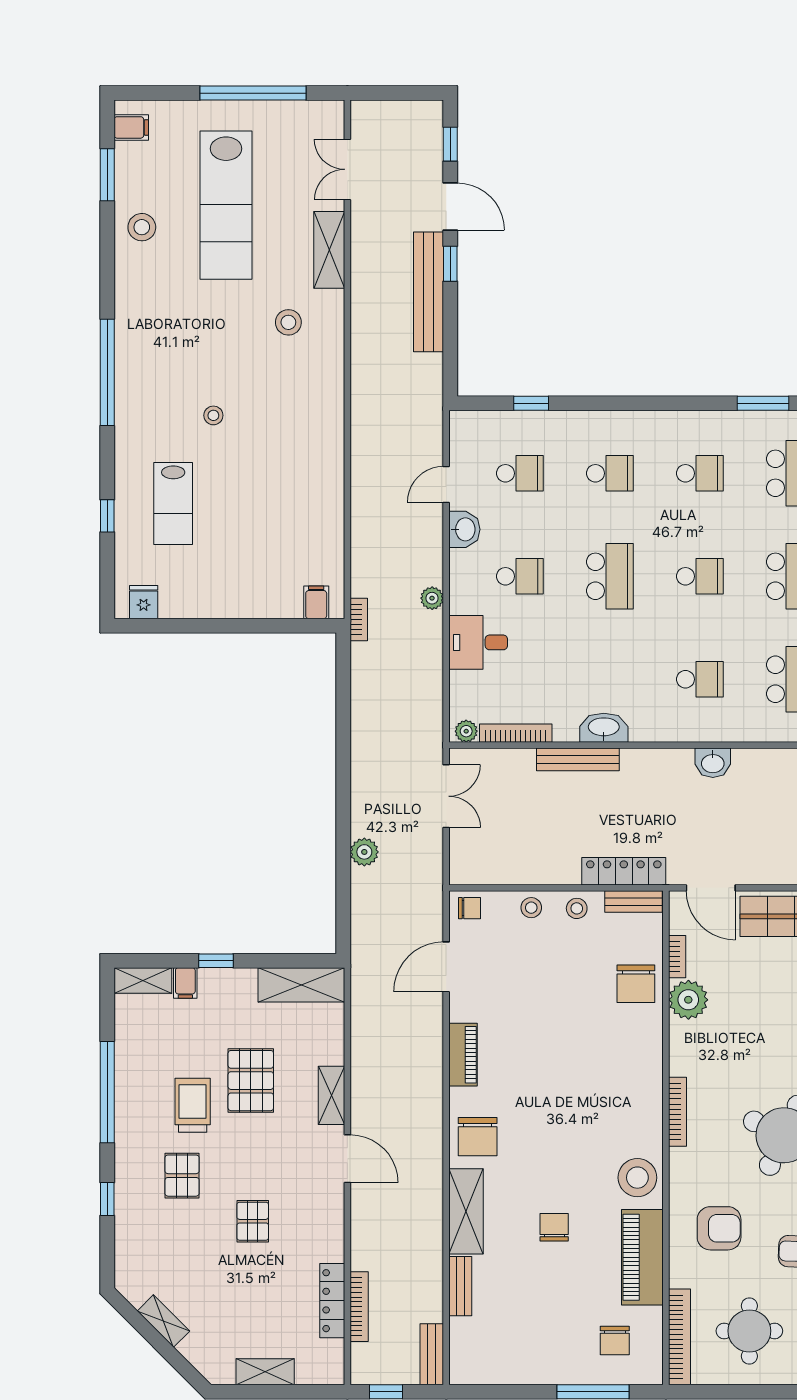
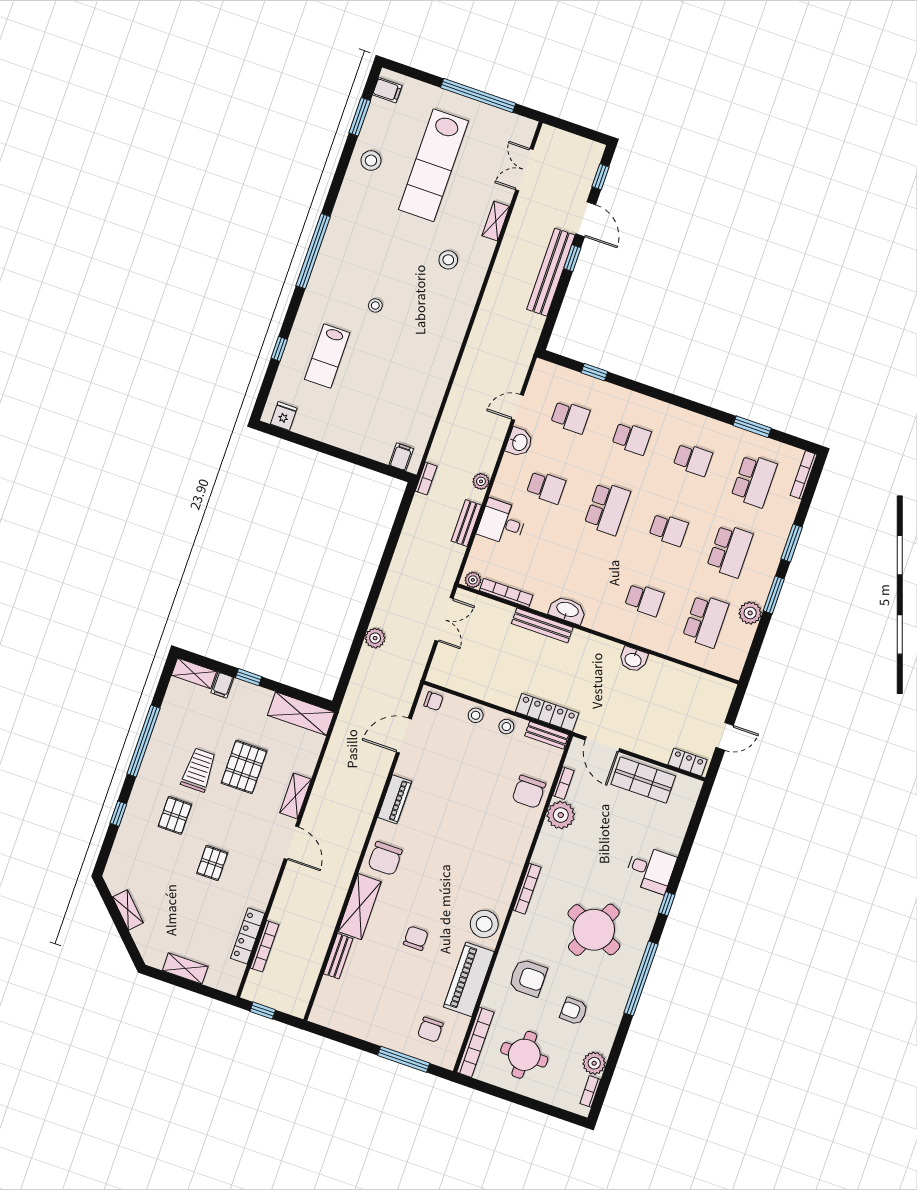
shelving: (329, 250) -> (496, 221), width x0.67, depth x0.75
bench: (432, 1354) -> (466, 523), moved

